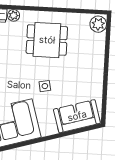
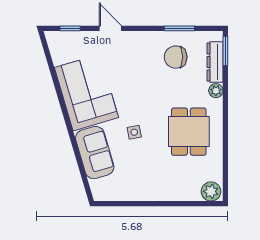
sofa: (77, 116) -> (95, 153), moved

